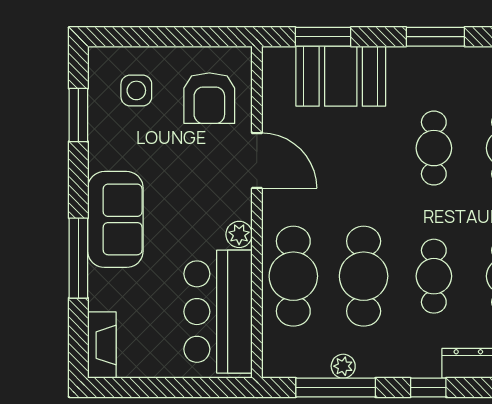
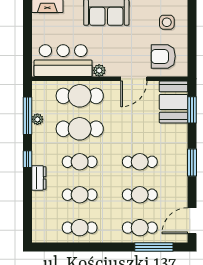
booth: (341, 76) -> (174, 102), moved

